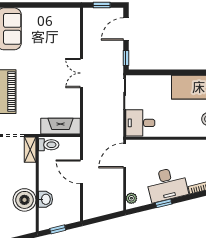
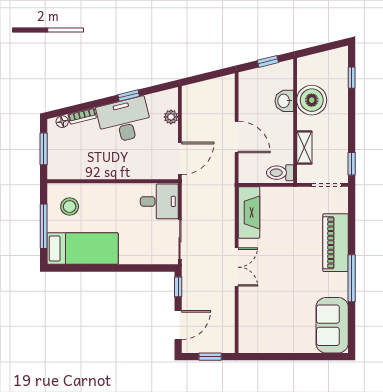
fireplace: (61, 126) -> (249, 212), moved, turned -90
shelving: (30, 150) -> (304, 148), moved
plant: (131, 198) -> (171, 117), moved

